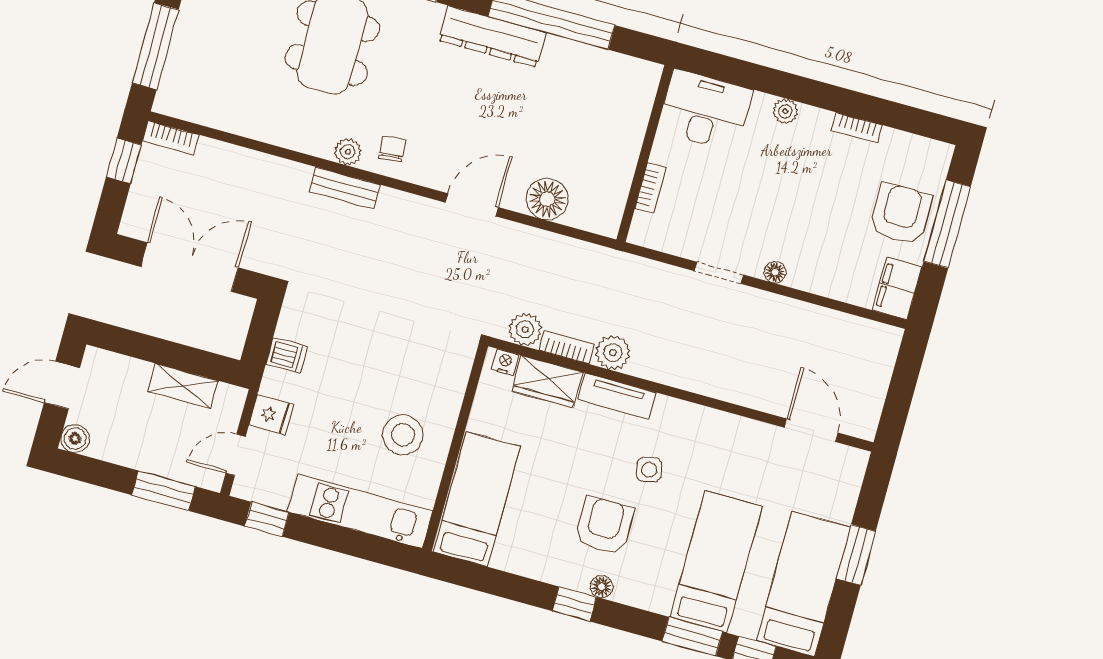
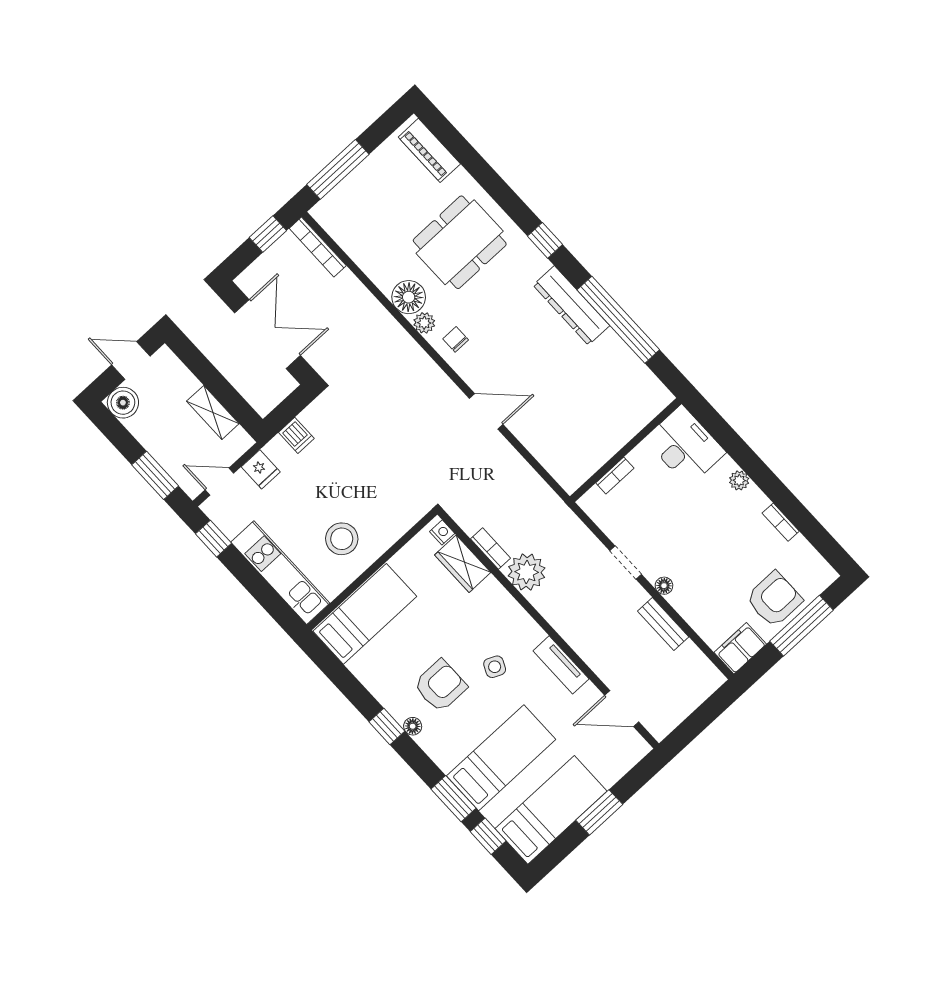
bookcase: (171, 138) -> (318, 247), width x1.56
chair: (392, 149) -> (456, 339), turned -84
bench: (345, 188) -> (663, 624), moved
floor lamp: (547, 199) -> (409, 297), moved
plant: (525, 329) -> (470, 519), removed
plant: (613, 353) -> (527, 572), width x1.36, depth x1.36
tv unit: (617, 396) -> (561, 665), moved
door: (811, 430) -> (622, 709), swing flipped
boiler: (75, 439) -> (123, 403), width x1.36, depth x1.36
side table: (649, 470) -> (495, 667), turned 38

